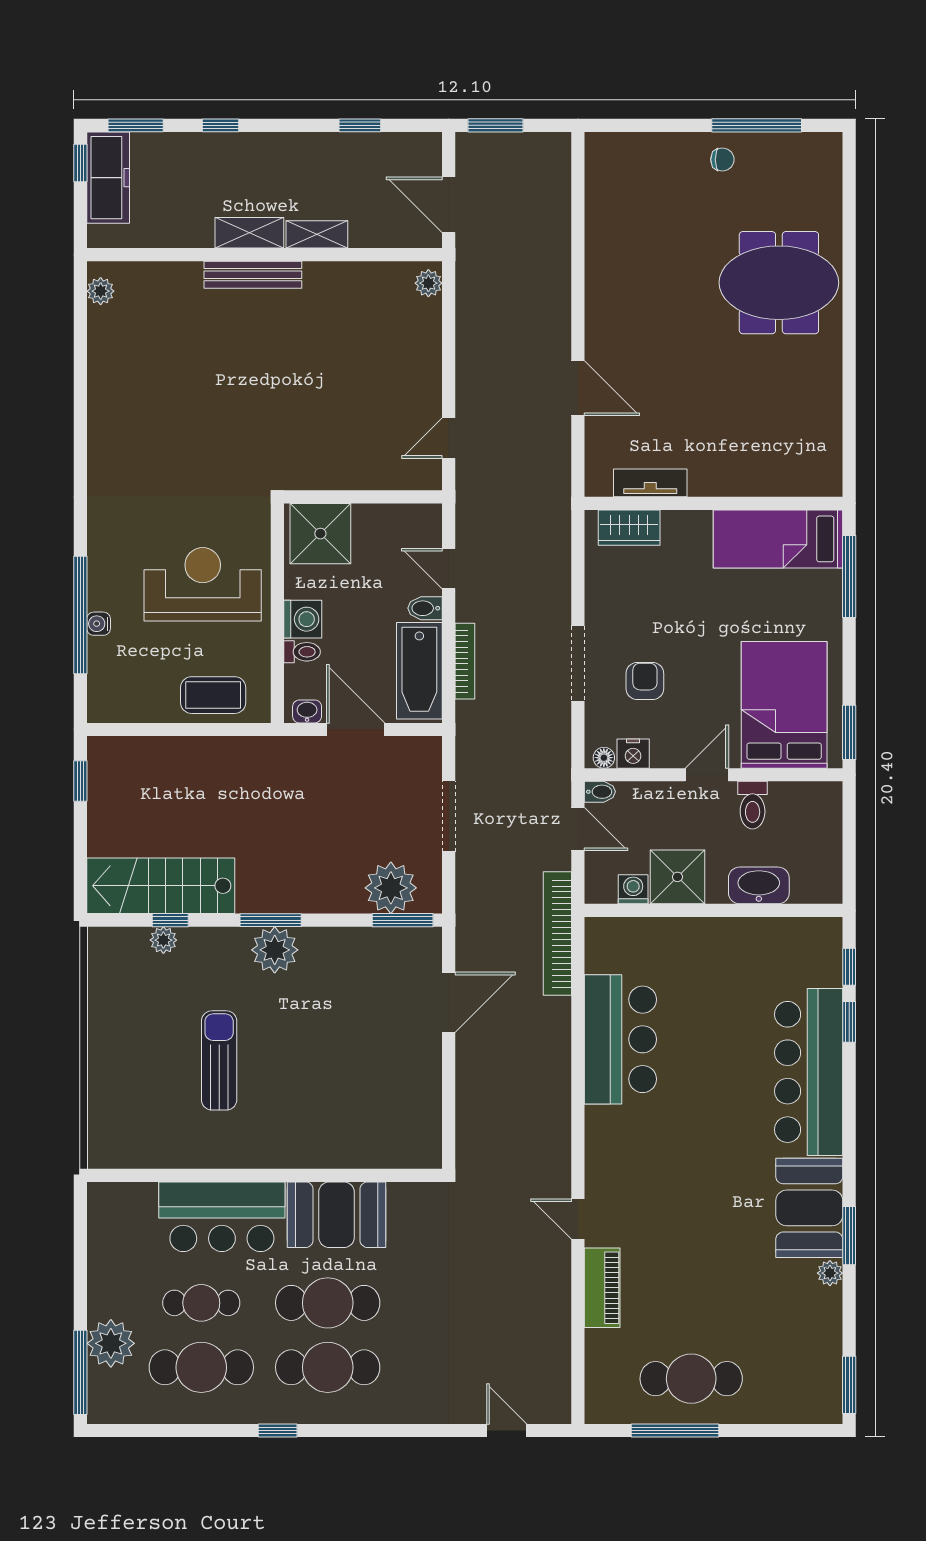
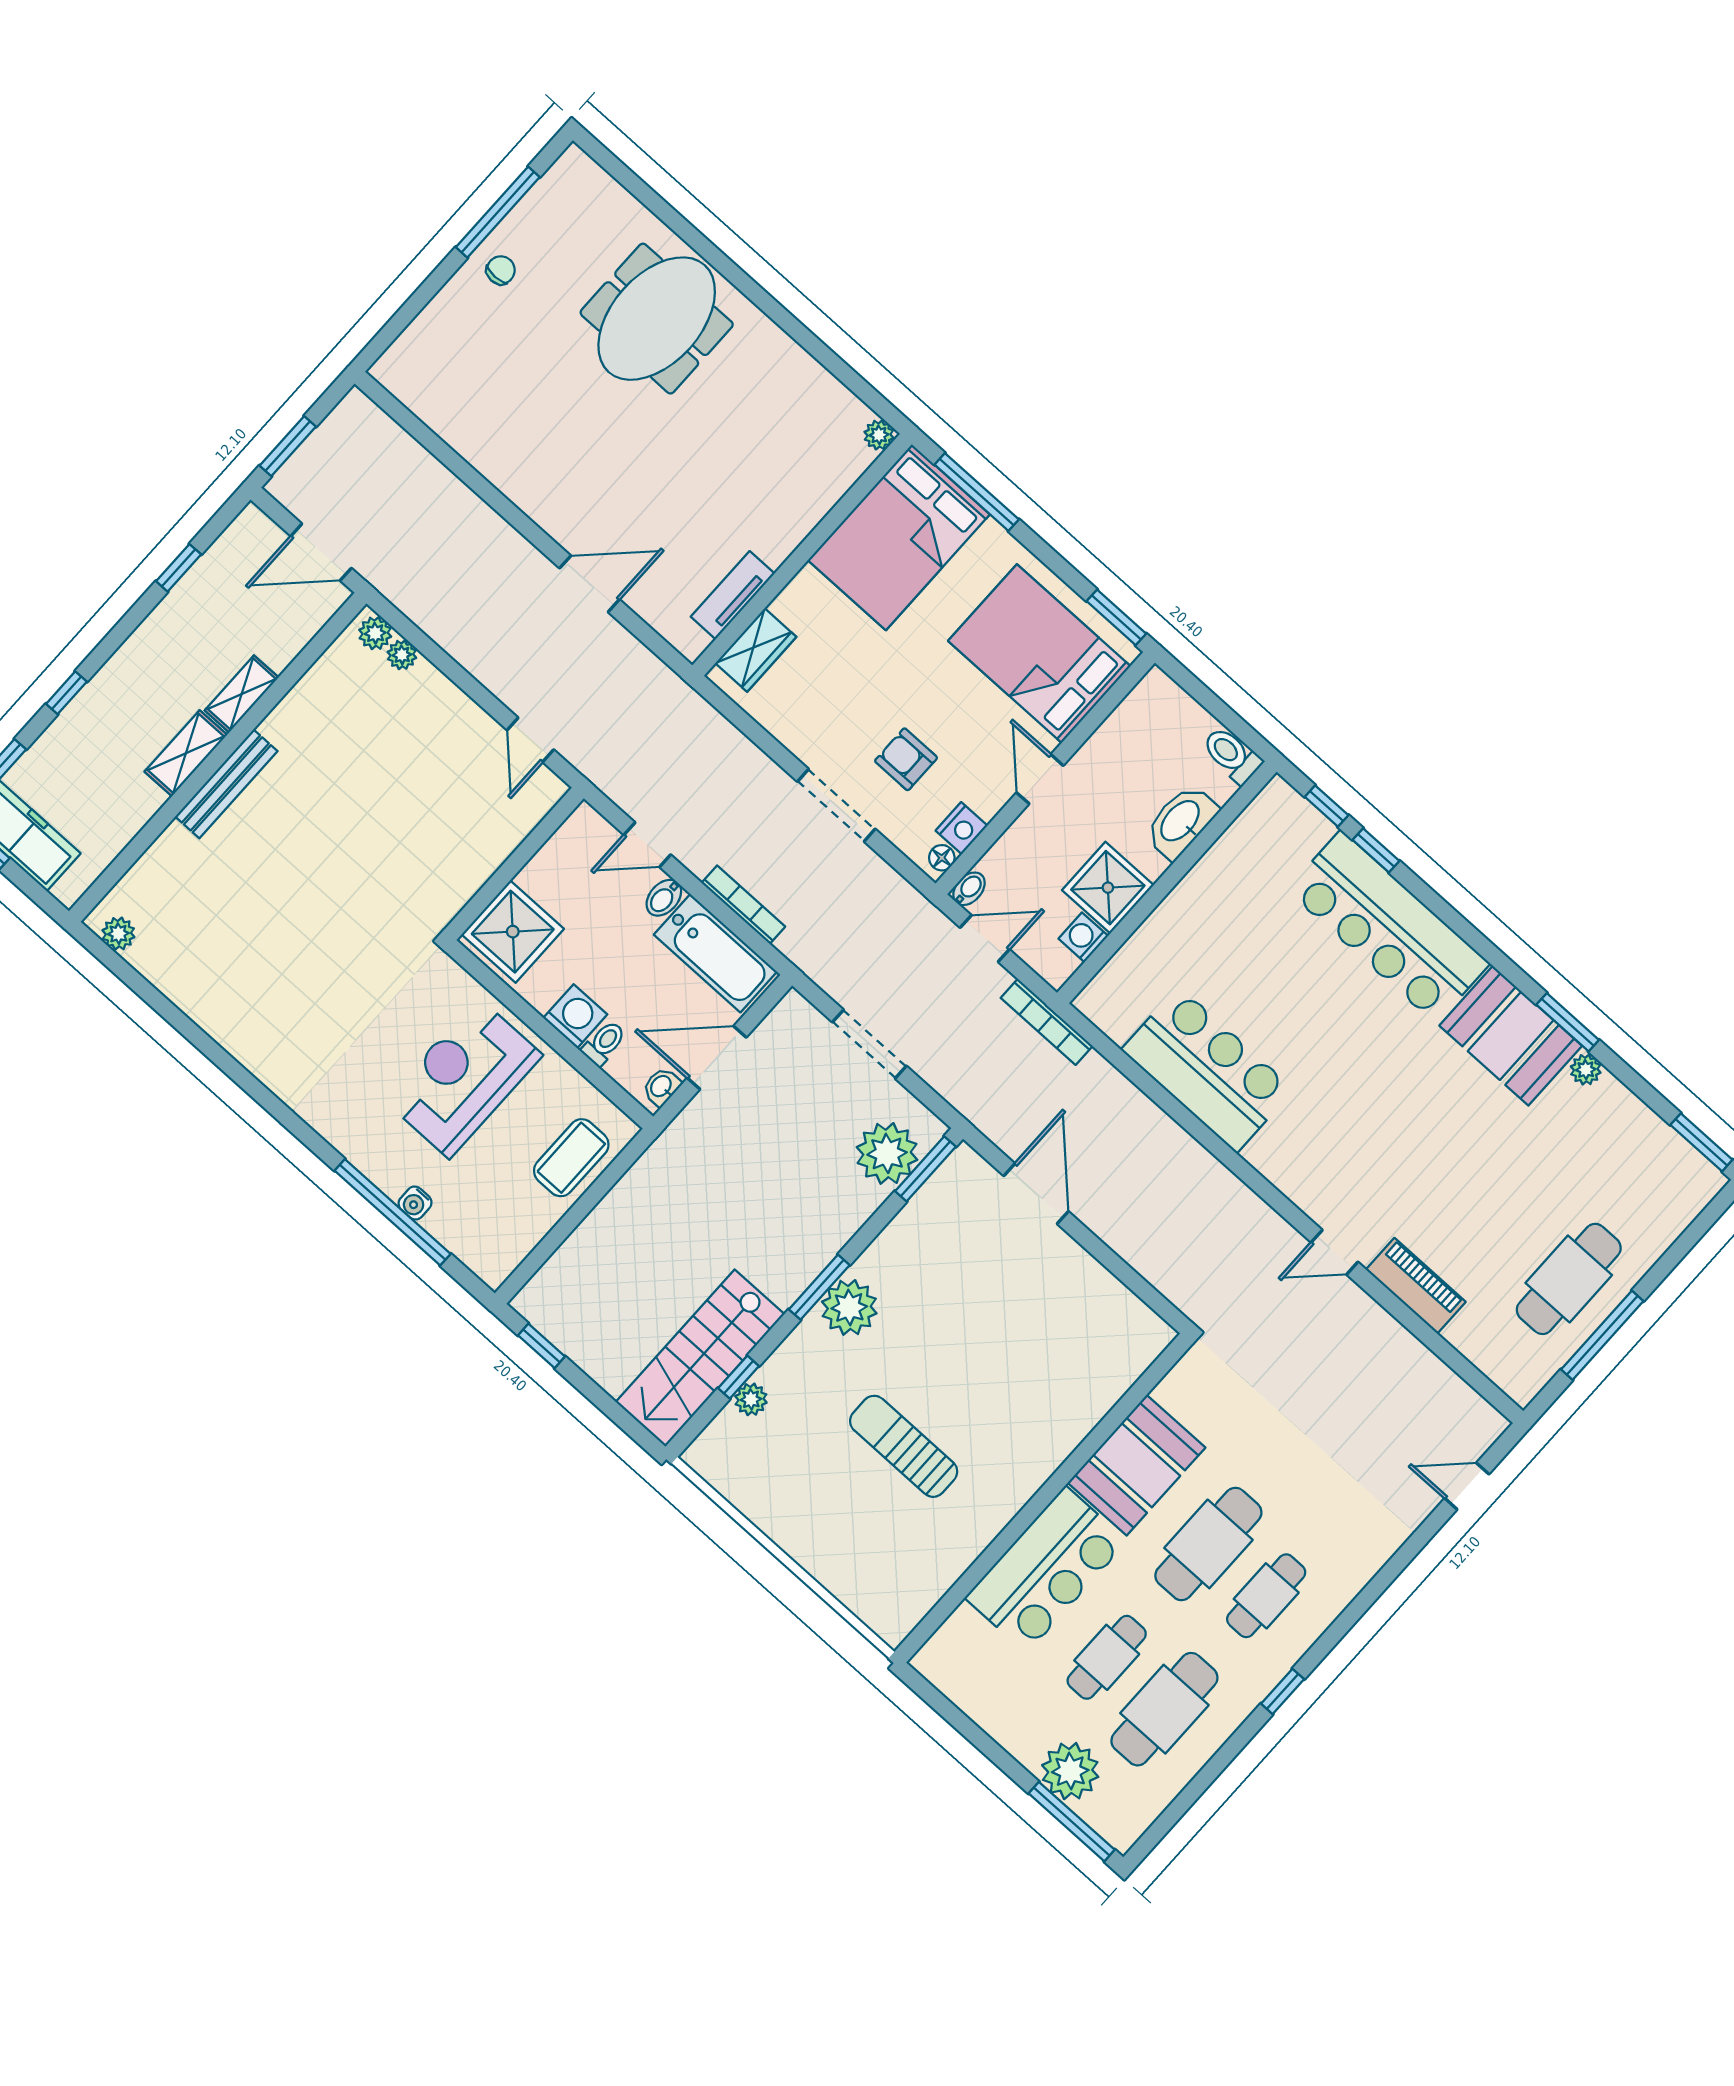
plant: (430, 312) -> (402, 655), added
plant: (830, 484) -> (879, 435), added
bed: (778, 539) -> (899, 537), width x1.50
toilet: (753, 805) -> (1232, 755), moved, turned 180
bookcase: (557, 934) -> (1047, 1022), width x0.68, depth x0.76
cafe table: (328, 1367) -> (1266, 1596), width x0.73, depth x0.74

